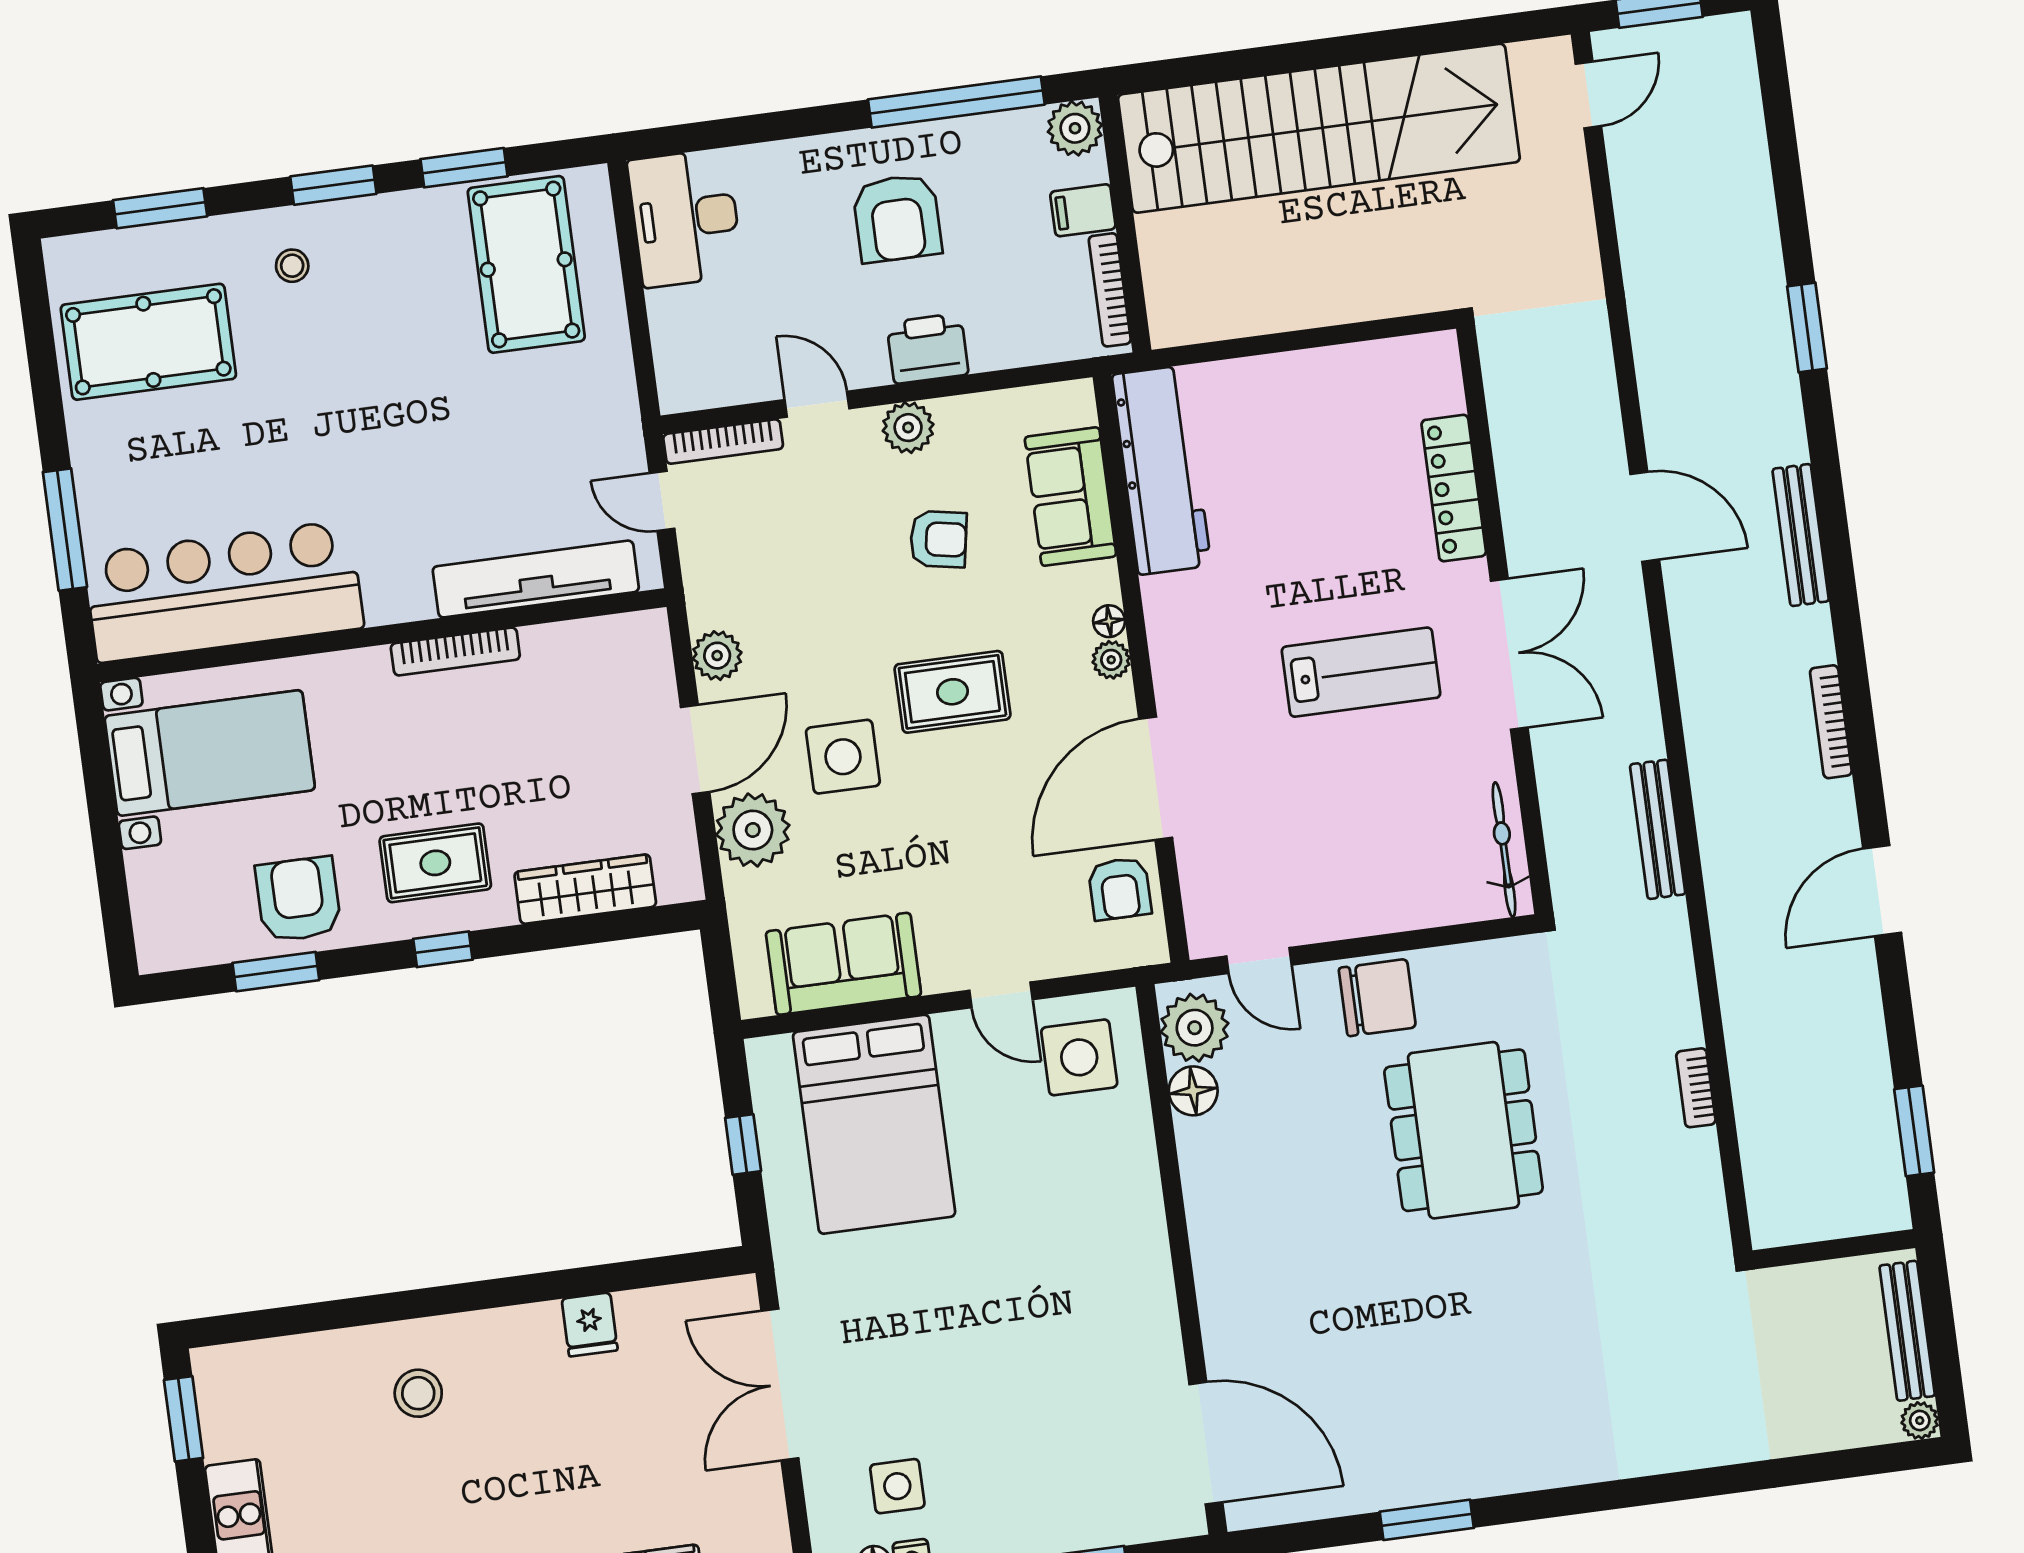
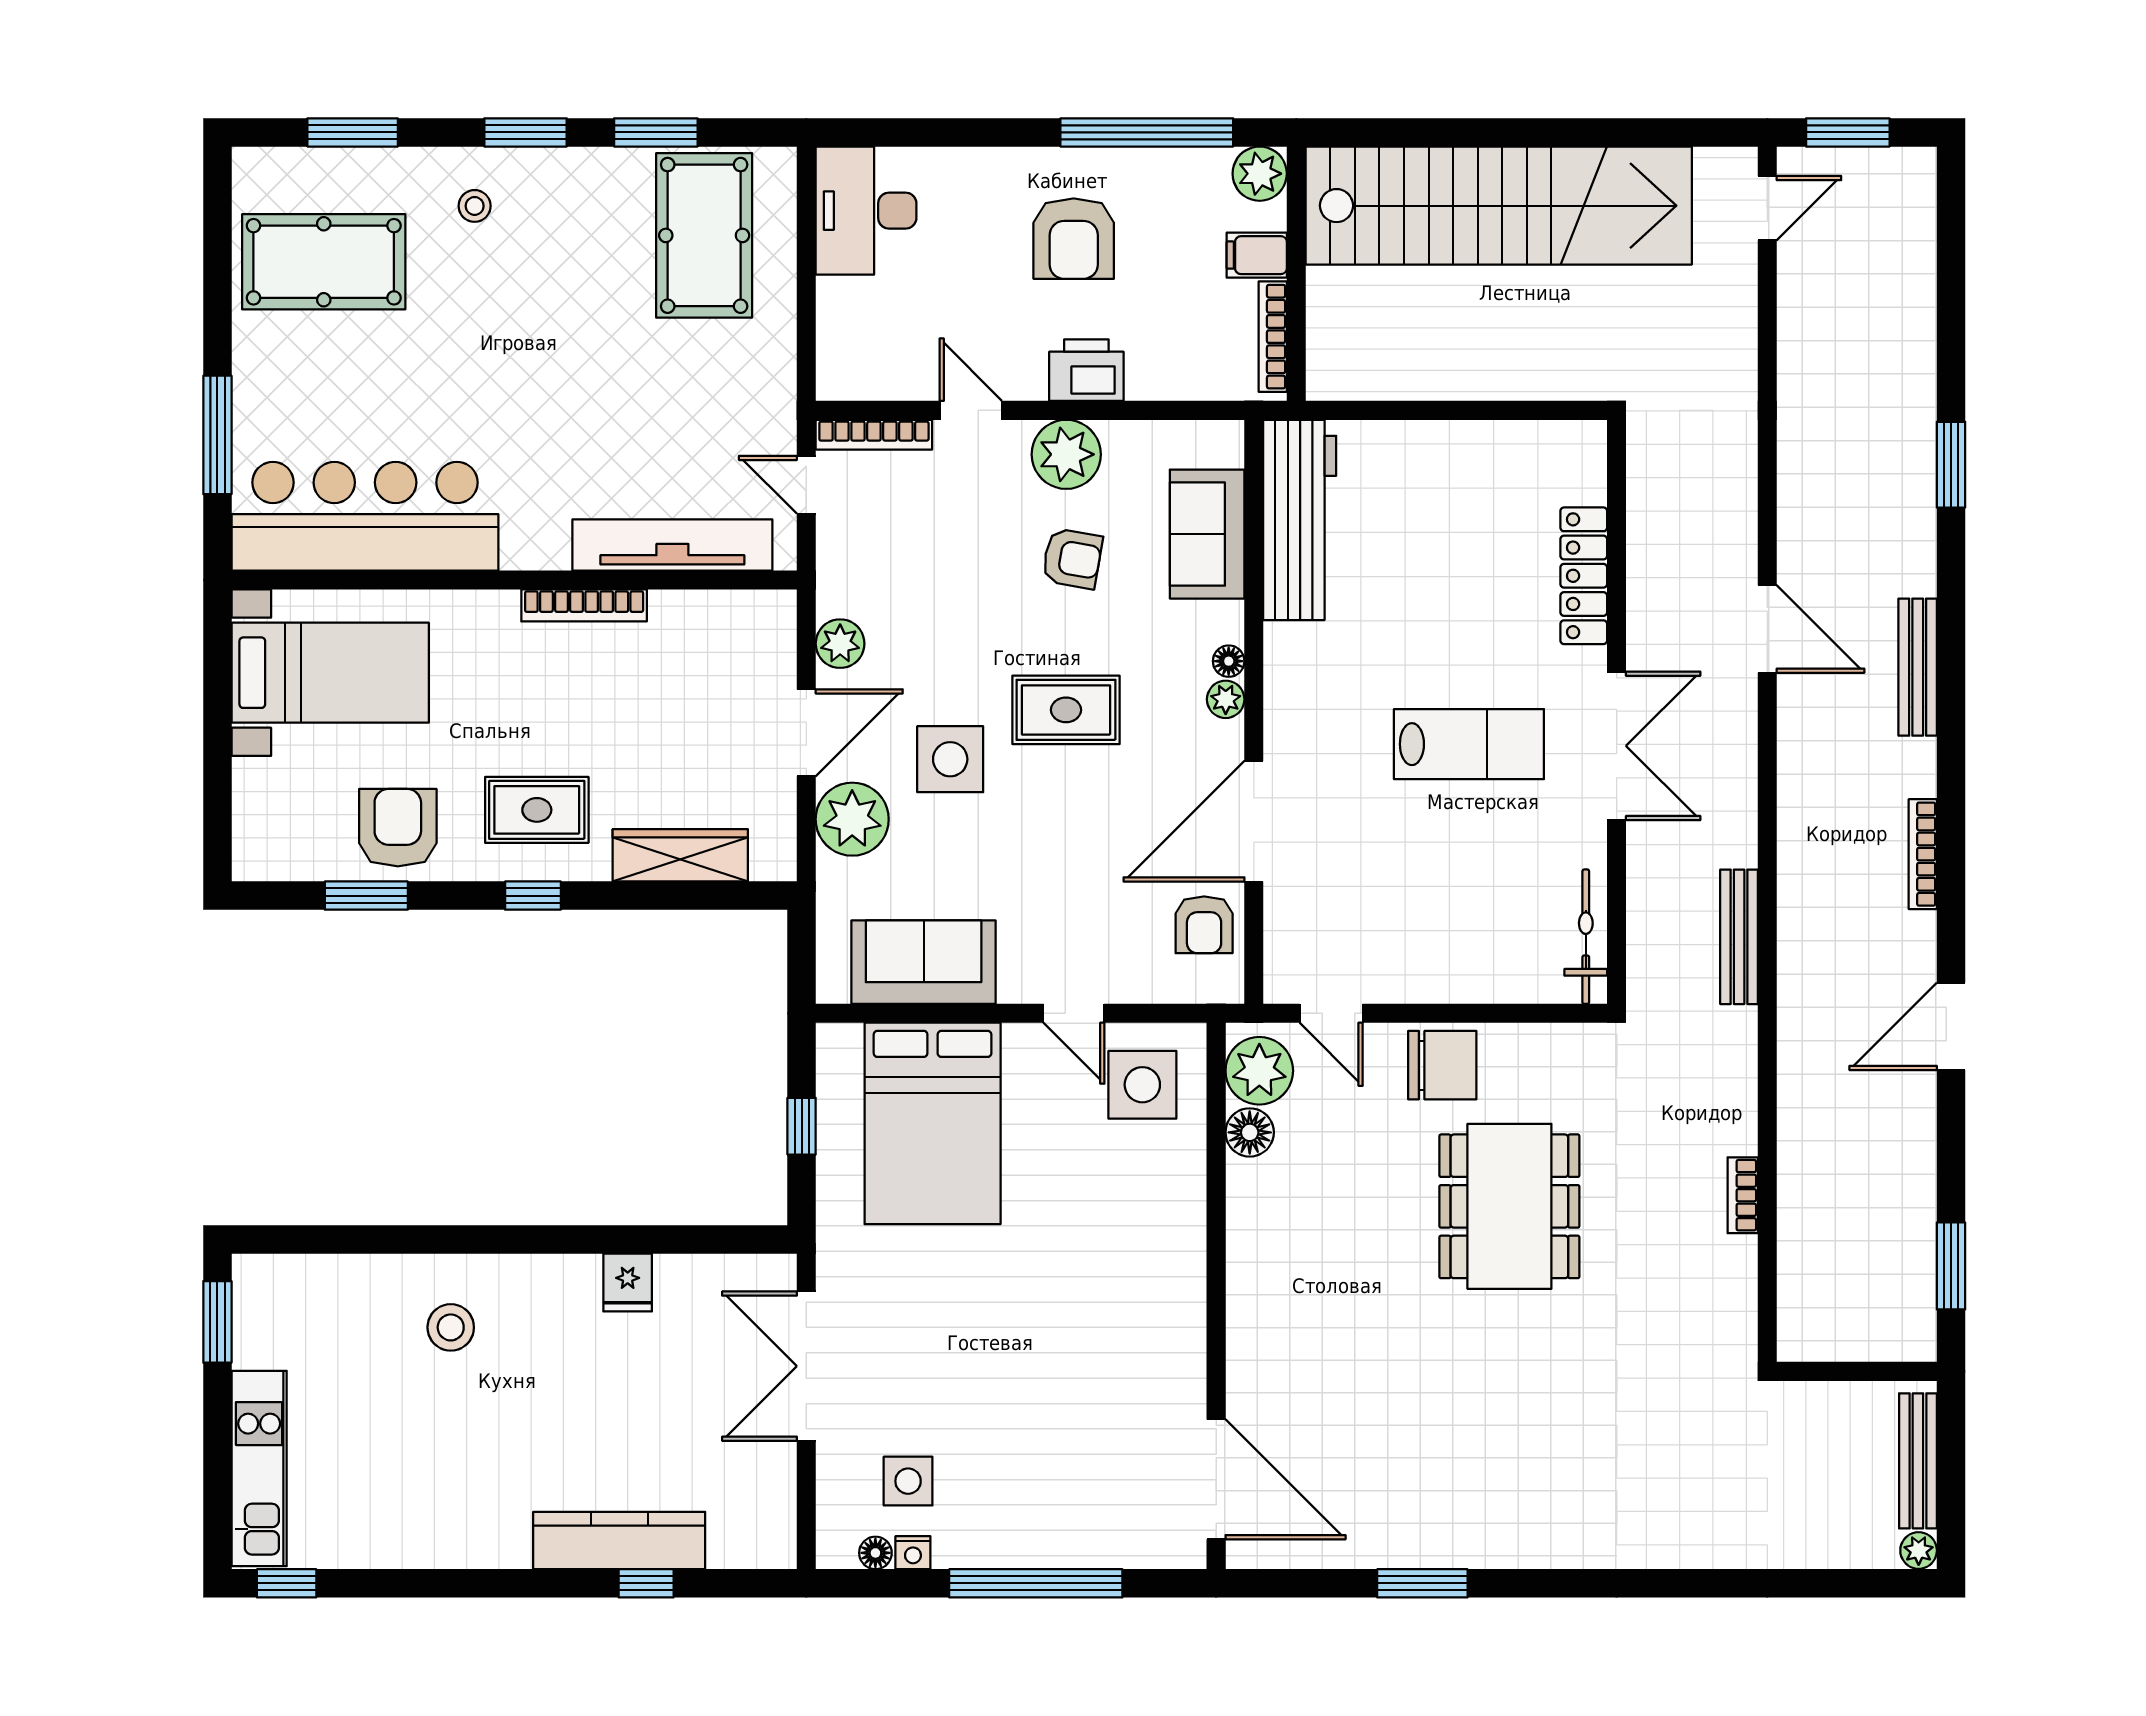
plant: (908, 428) -> (1066, 454), width x1.36, depth x1.36

